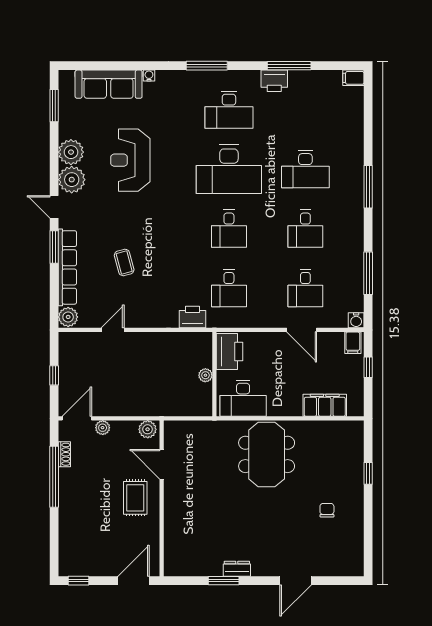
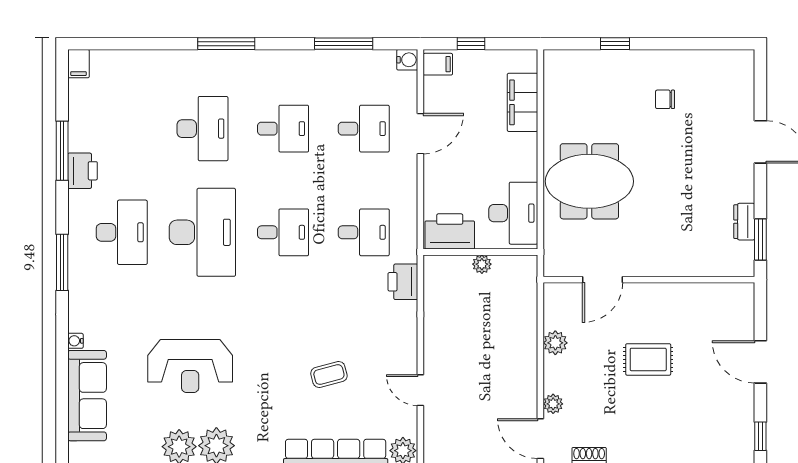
door: (162, 464) -> (603, 280), moved
wall: (162, 498) -> (649, 280), moved

